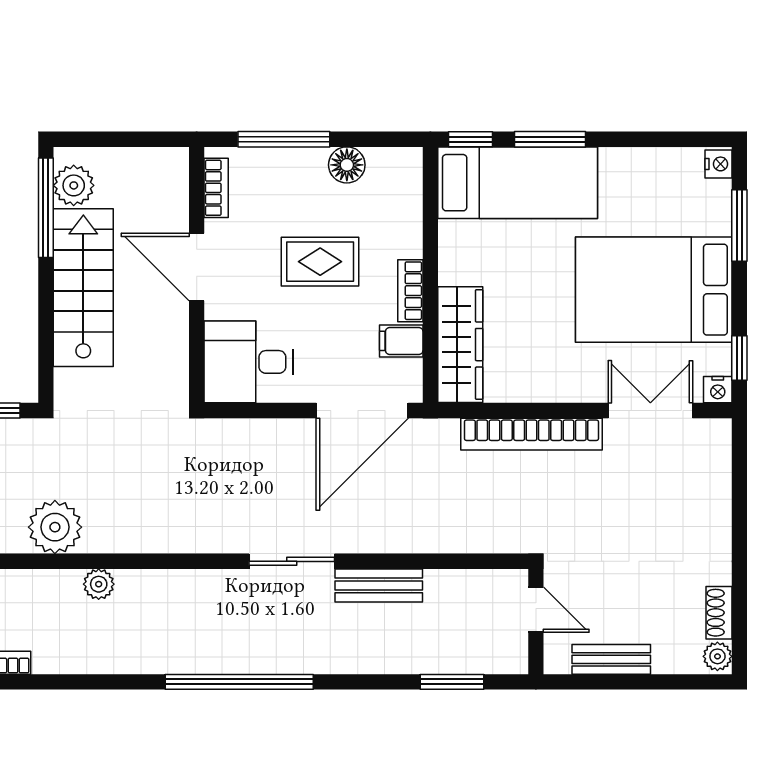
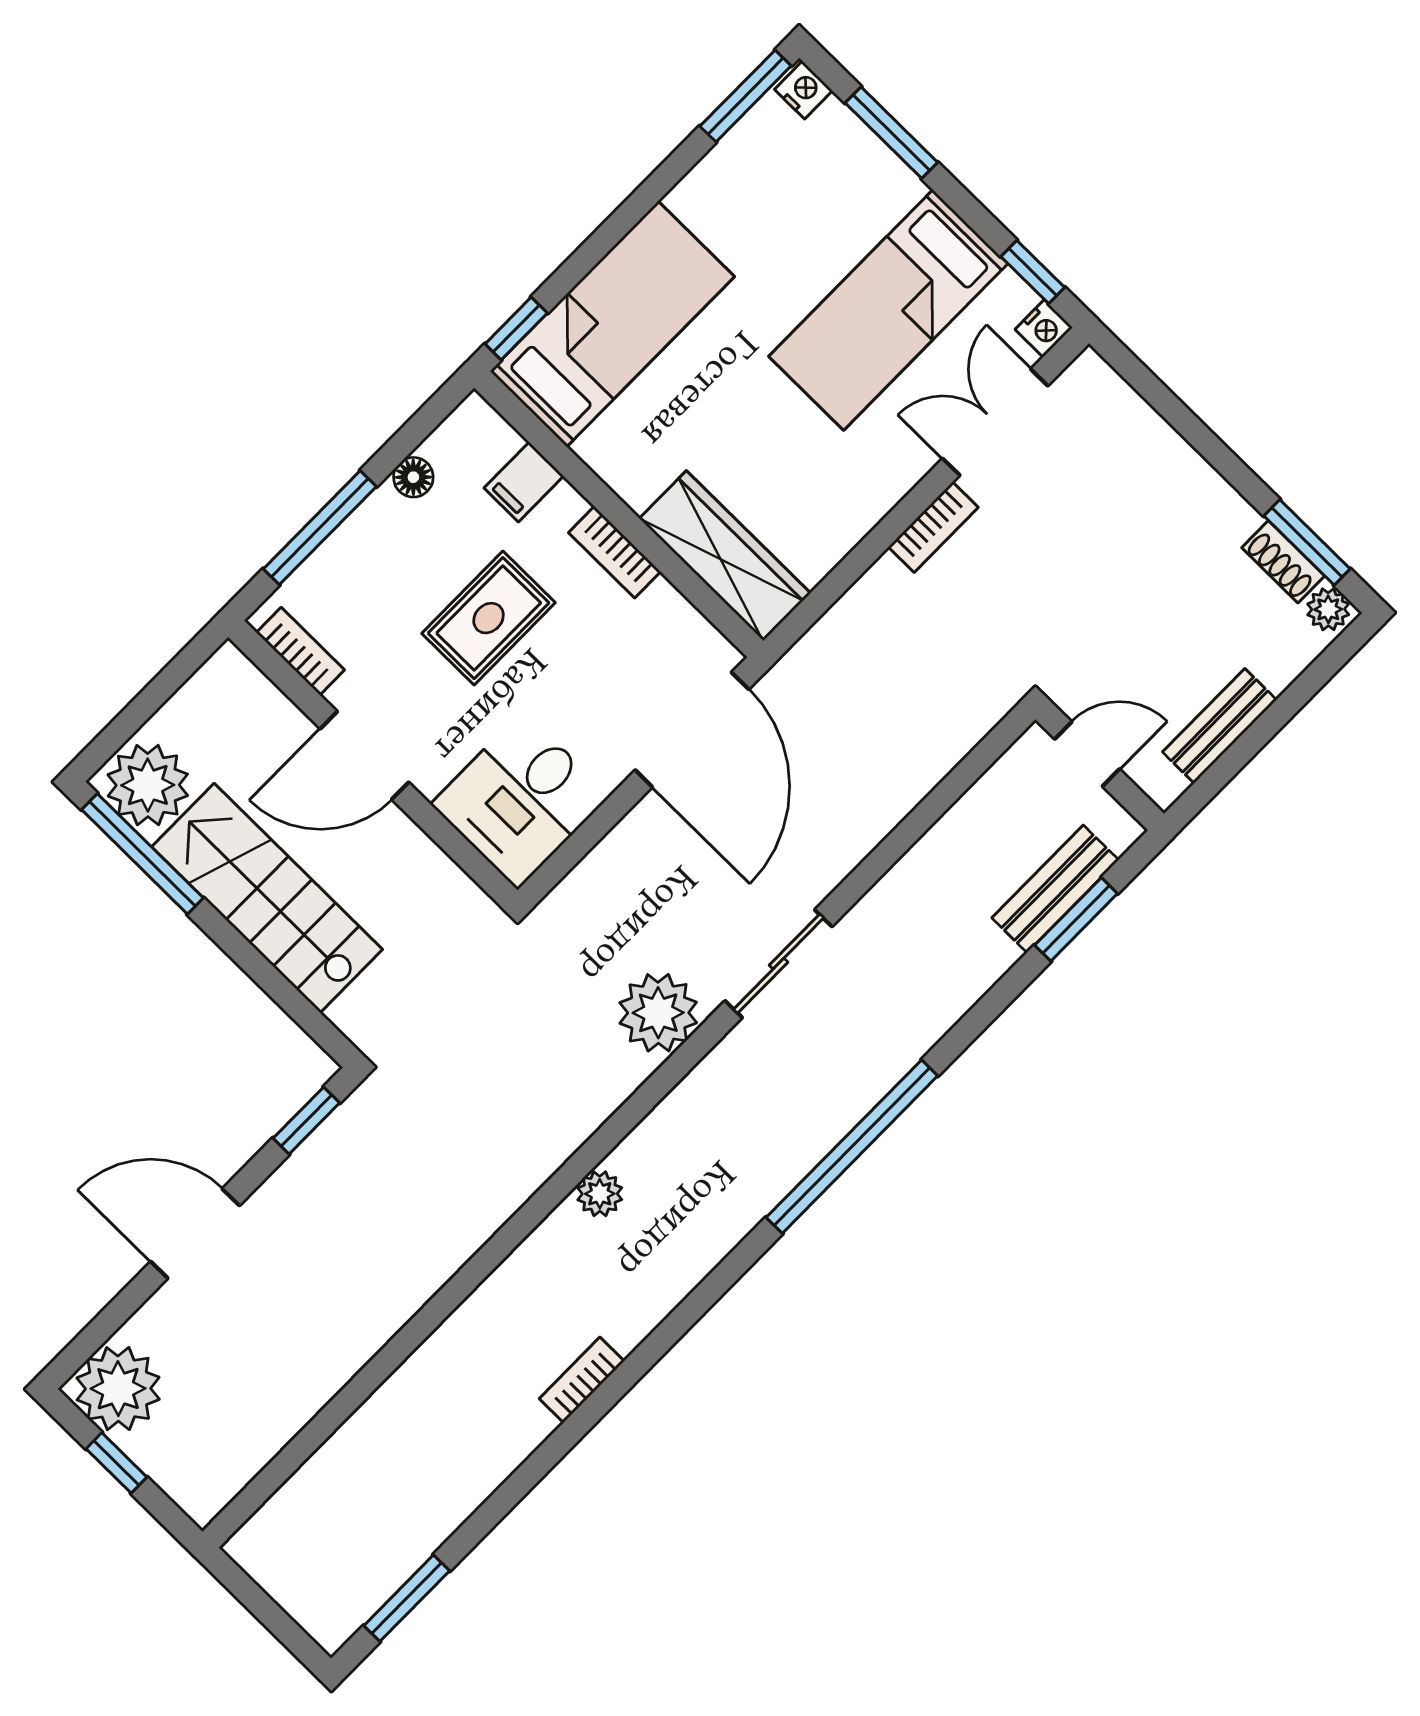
window: (550, 139) -> (746, 96), moved
floor lamp: (347, 165) -> (413, 477), width x0.73, depth x0.73
plant: (74, 185) -> (148, 785), width x1.36, depth x1.36
bed: (654, 290) -> (888, 310), width x0.67
filing cabinet: (401, 341) -> (524, 482), moved
bookcase: (531, 434) -> (933, 527), width x0.43, depth x0.76
plant: (55, 527) -> (658, 1013), moved
bench: (379, 585) -> (1055, 889), moved
window: (739, 615) -> (1307, 542), added

